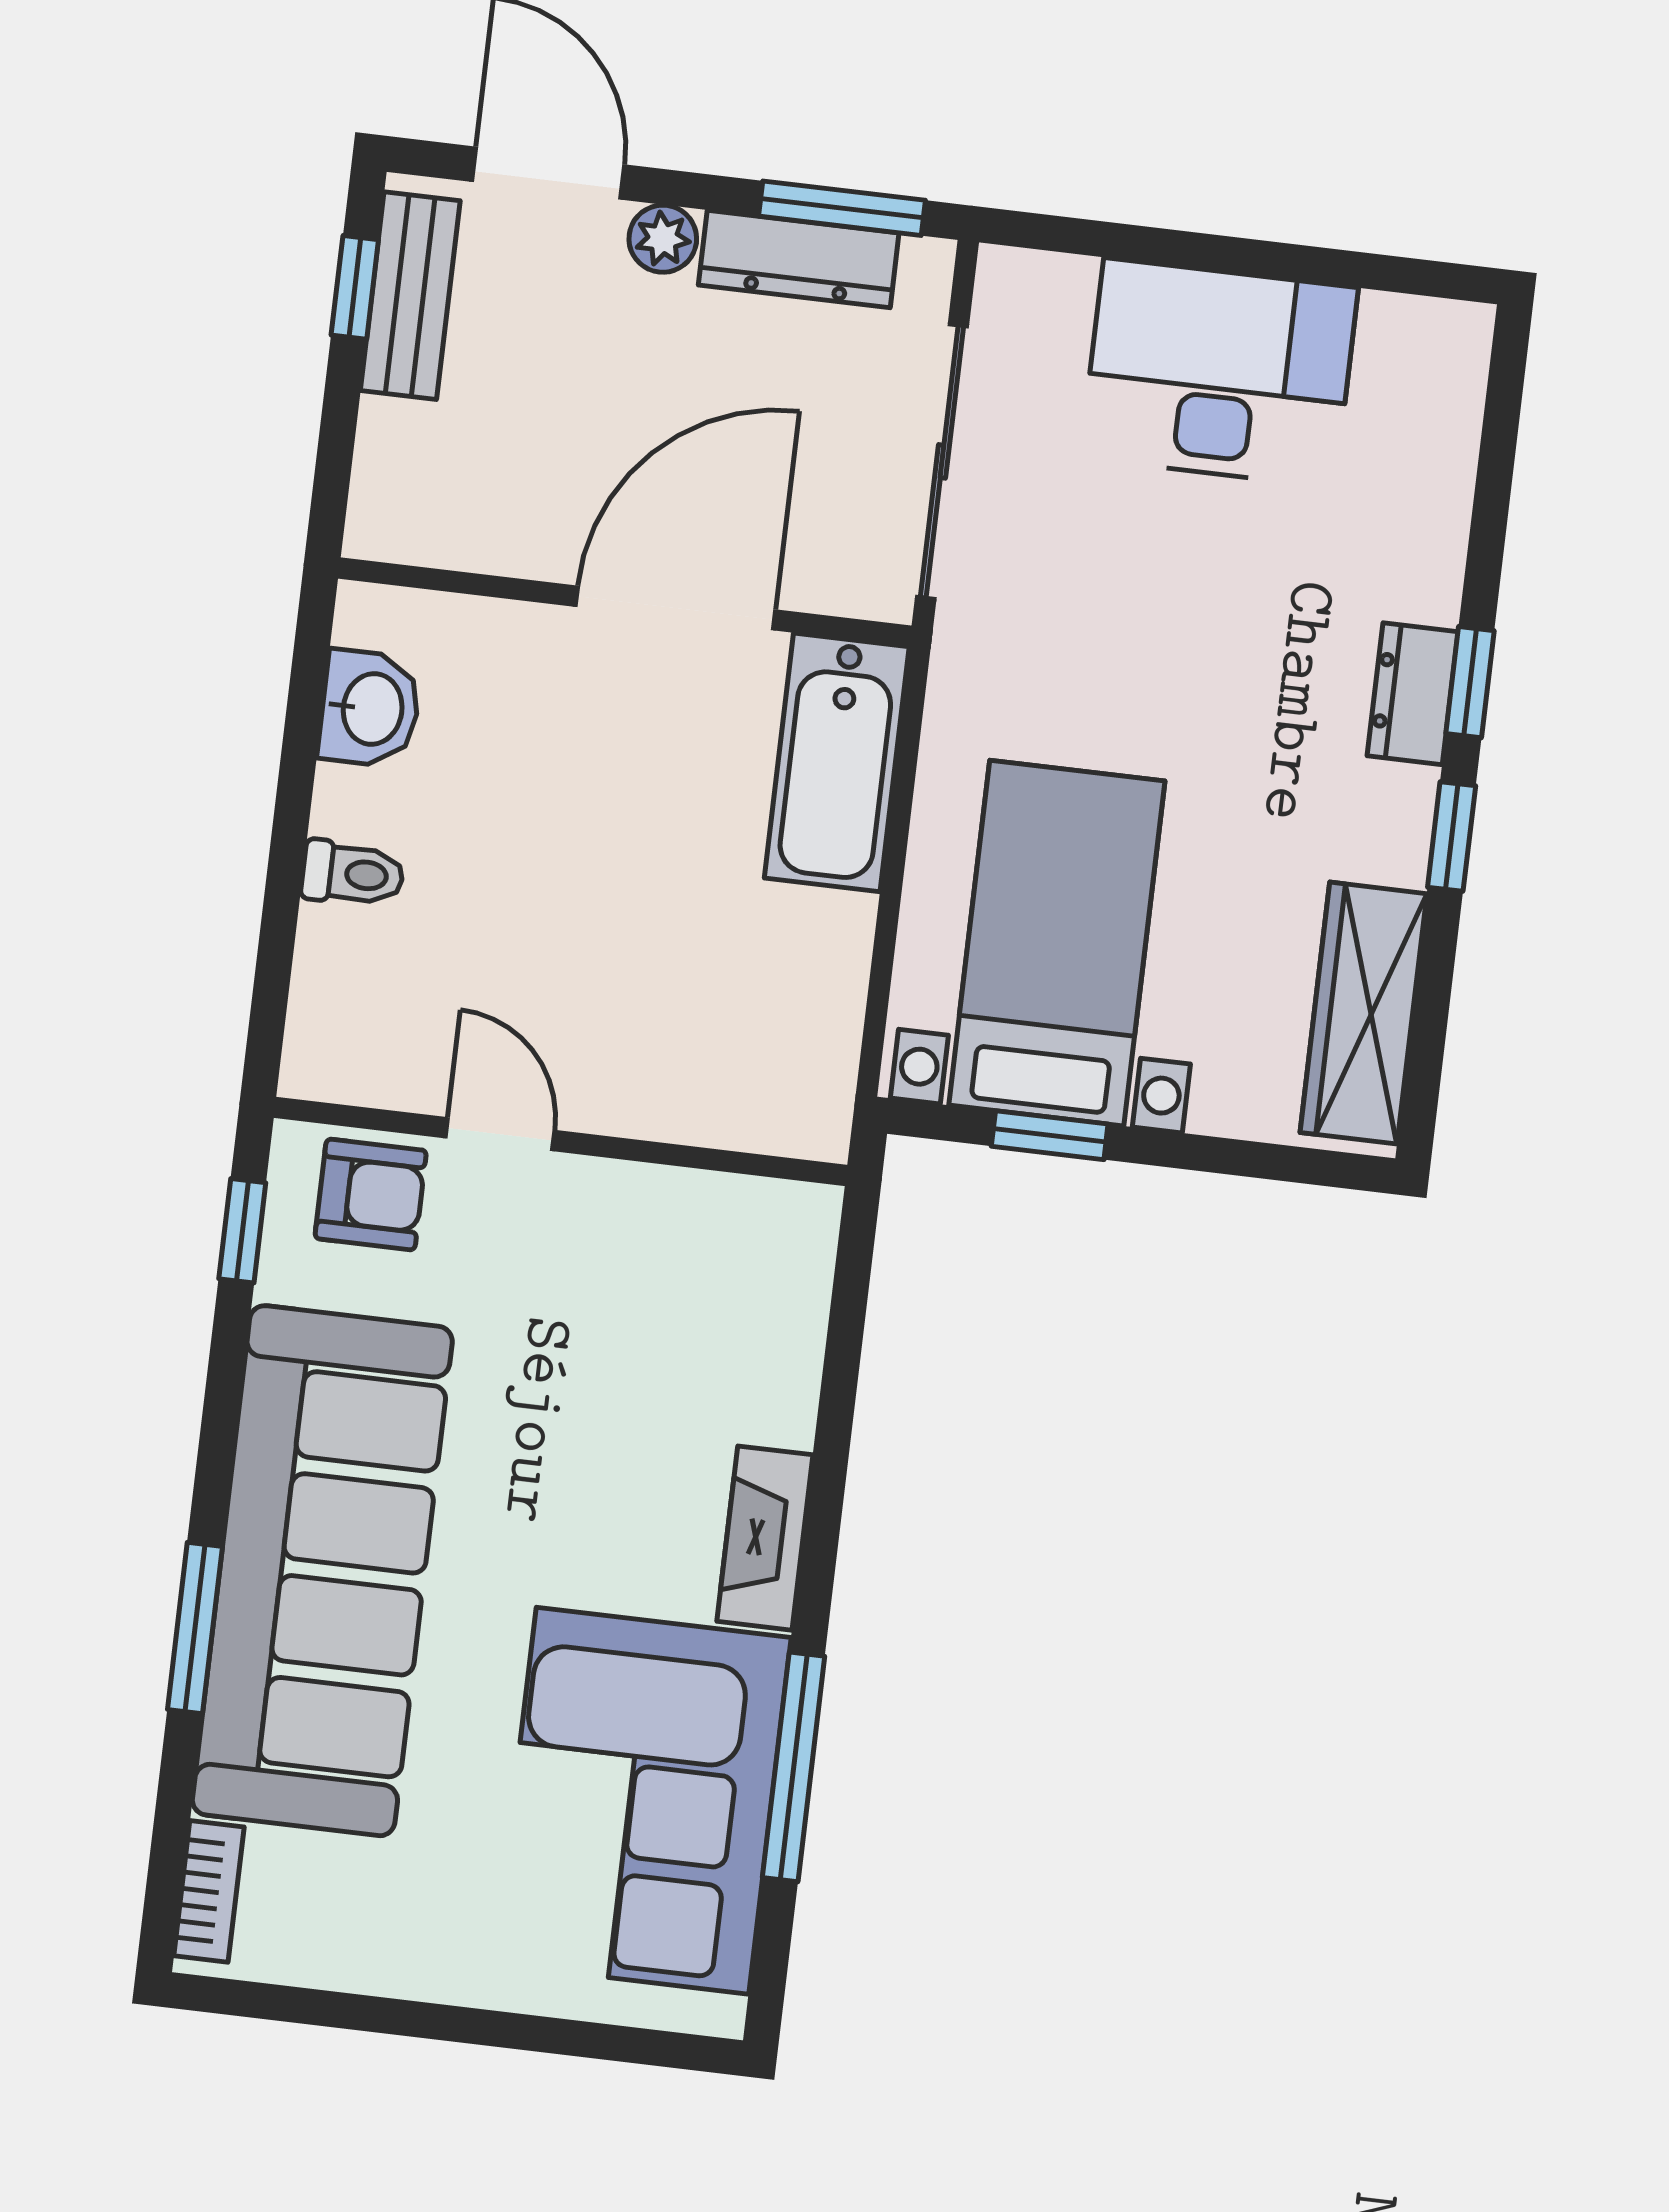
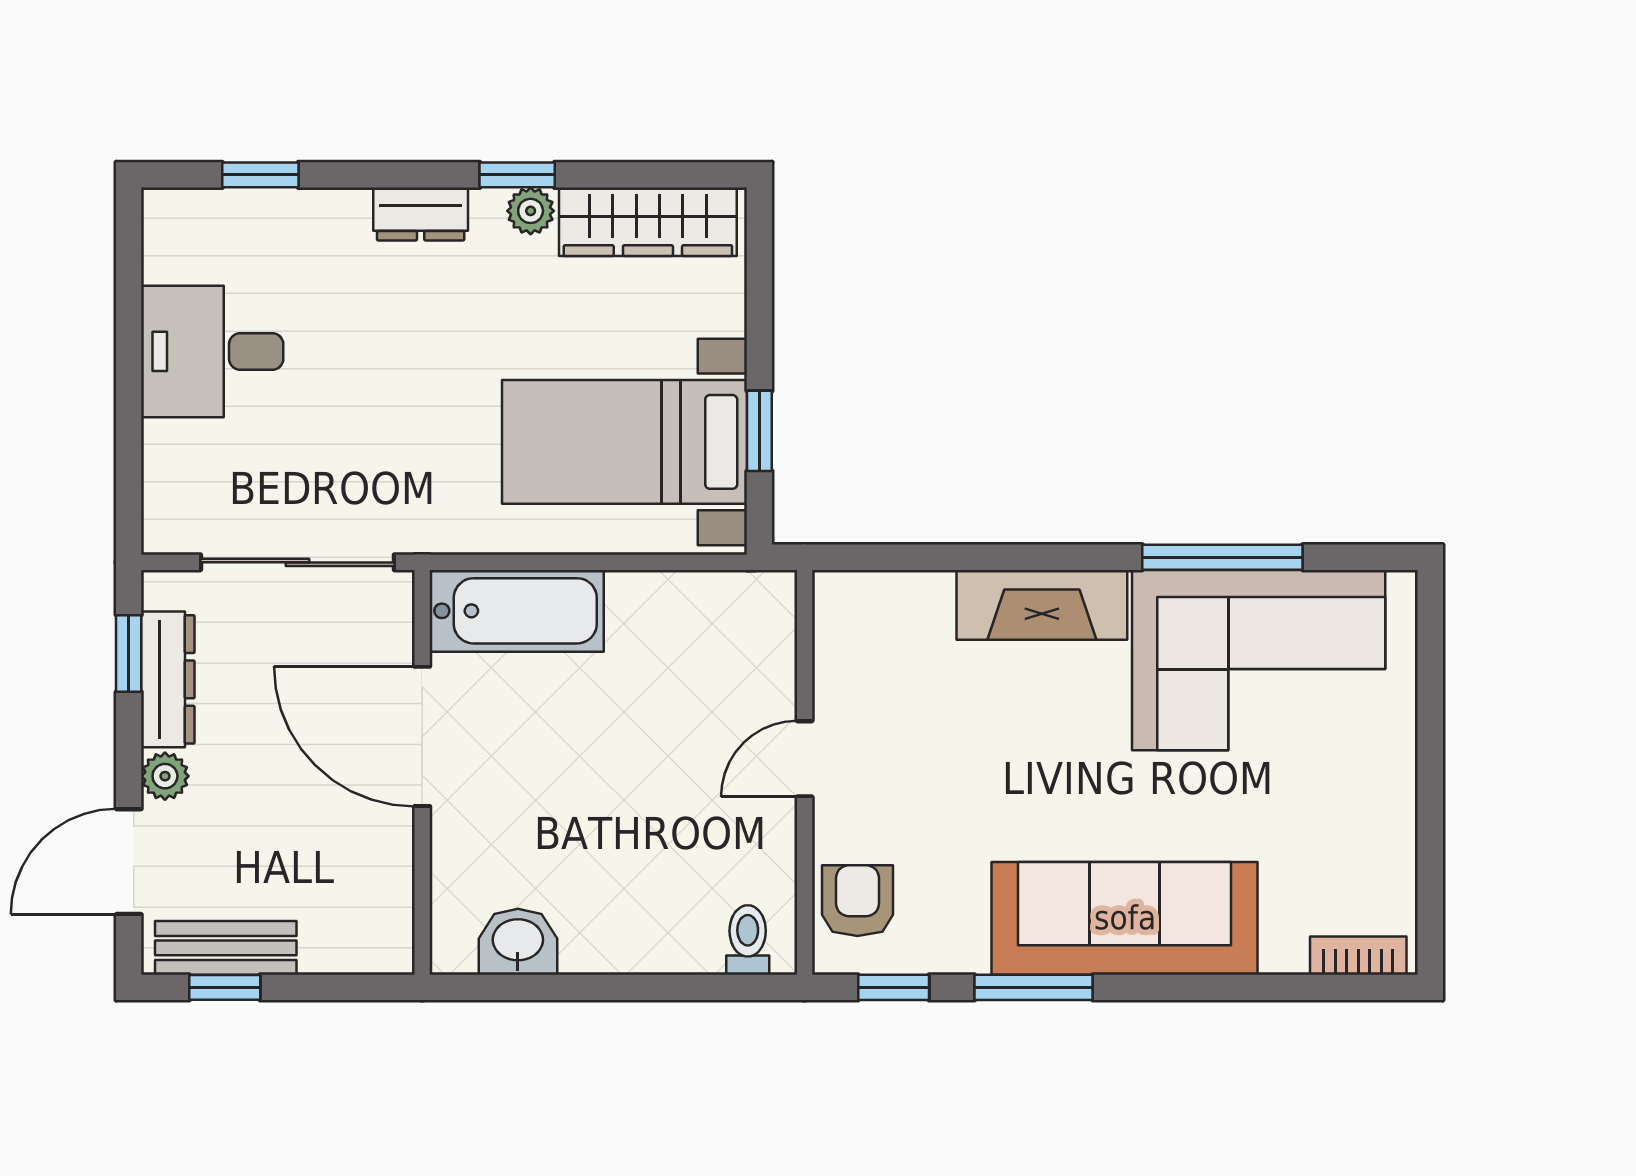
window: (842, 208) -> (129, 653), width x0.67
desk: (1219, 373) -> (212, 351), width x0.73
window: (1470, 682) -> (260, 175), moved
plant: (1398, 849) -> (531, 211), added
toilet: (353, 874) -> (748, 940), moved
door: (500, 1134) -> (805, 759), moved
fireplace: (765, 1538) -> (1042, 605), width x1.37, depth x1.32
sofa: (322, 1571) -> (1125, 918), width x0.74, depth x0.79
window: (195, 1628) -> (1034, 987), moved

